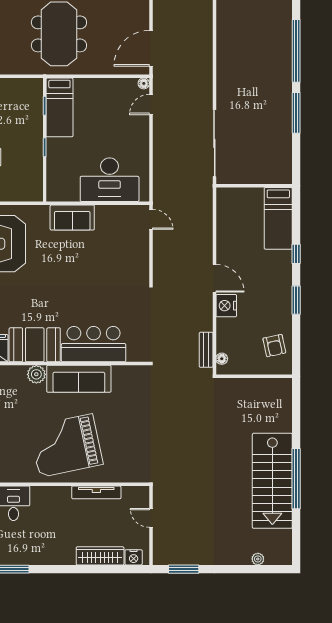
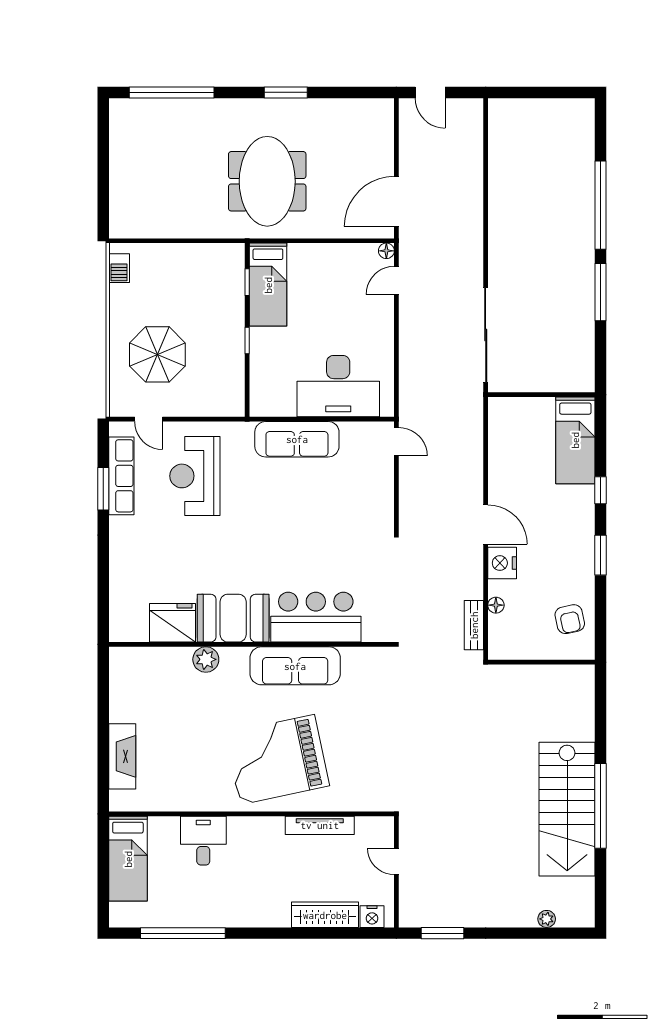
sofa: (72, 218) -> (297, 439), width x1.36
floor lamp: (222, 359) -> (496, 605), moved
plant: (36, 374) -> (206, 659), moved

